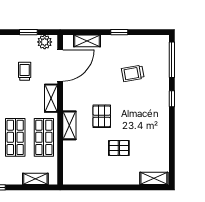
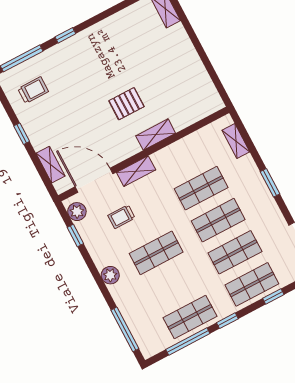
trolley: (133, 73) -> (33, 90), moved, turned -80
shop shelf: (44, 137) -> (184, 156), removed
pallet: (119, 148) -> (152, 66), removed

